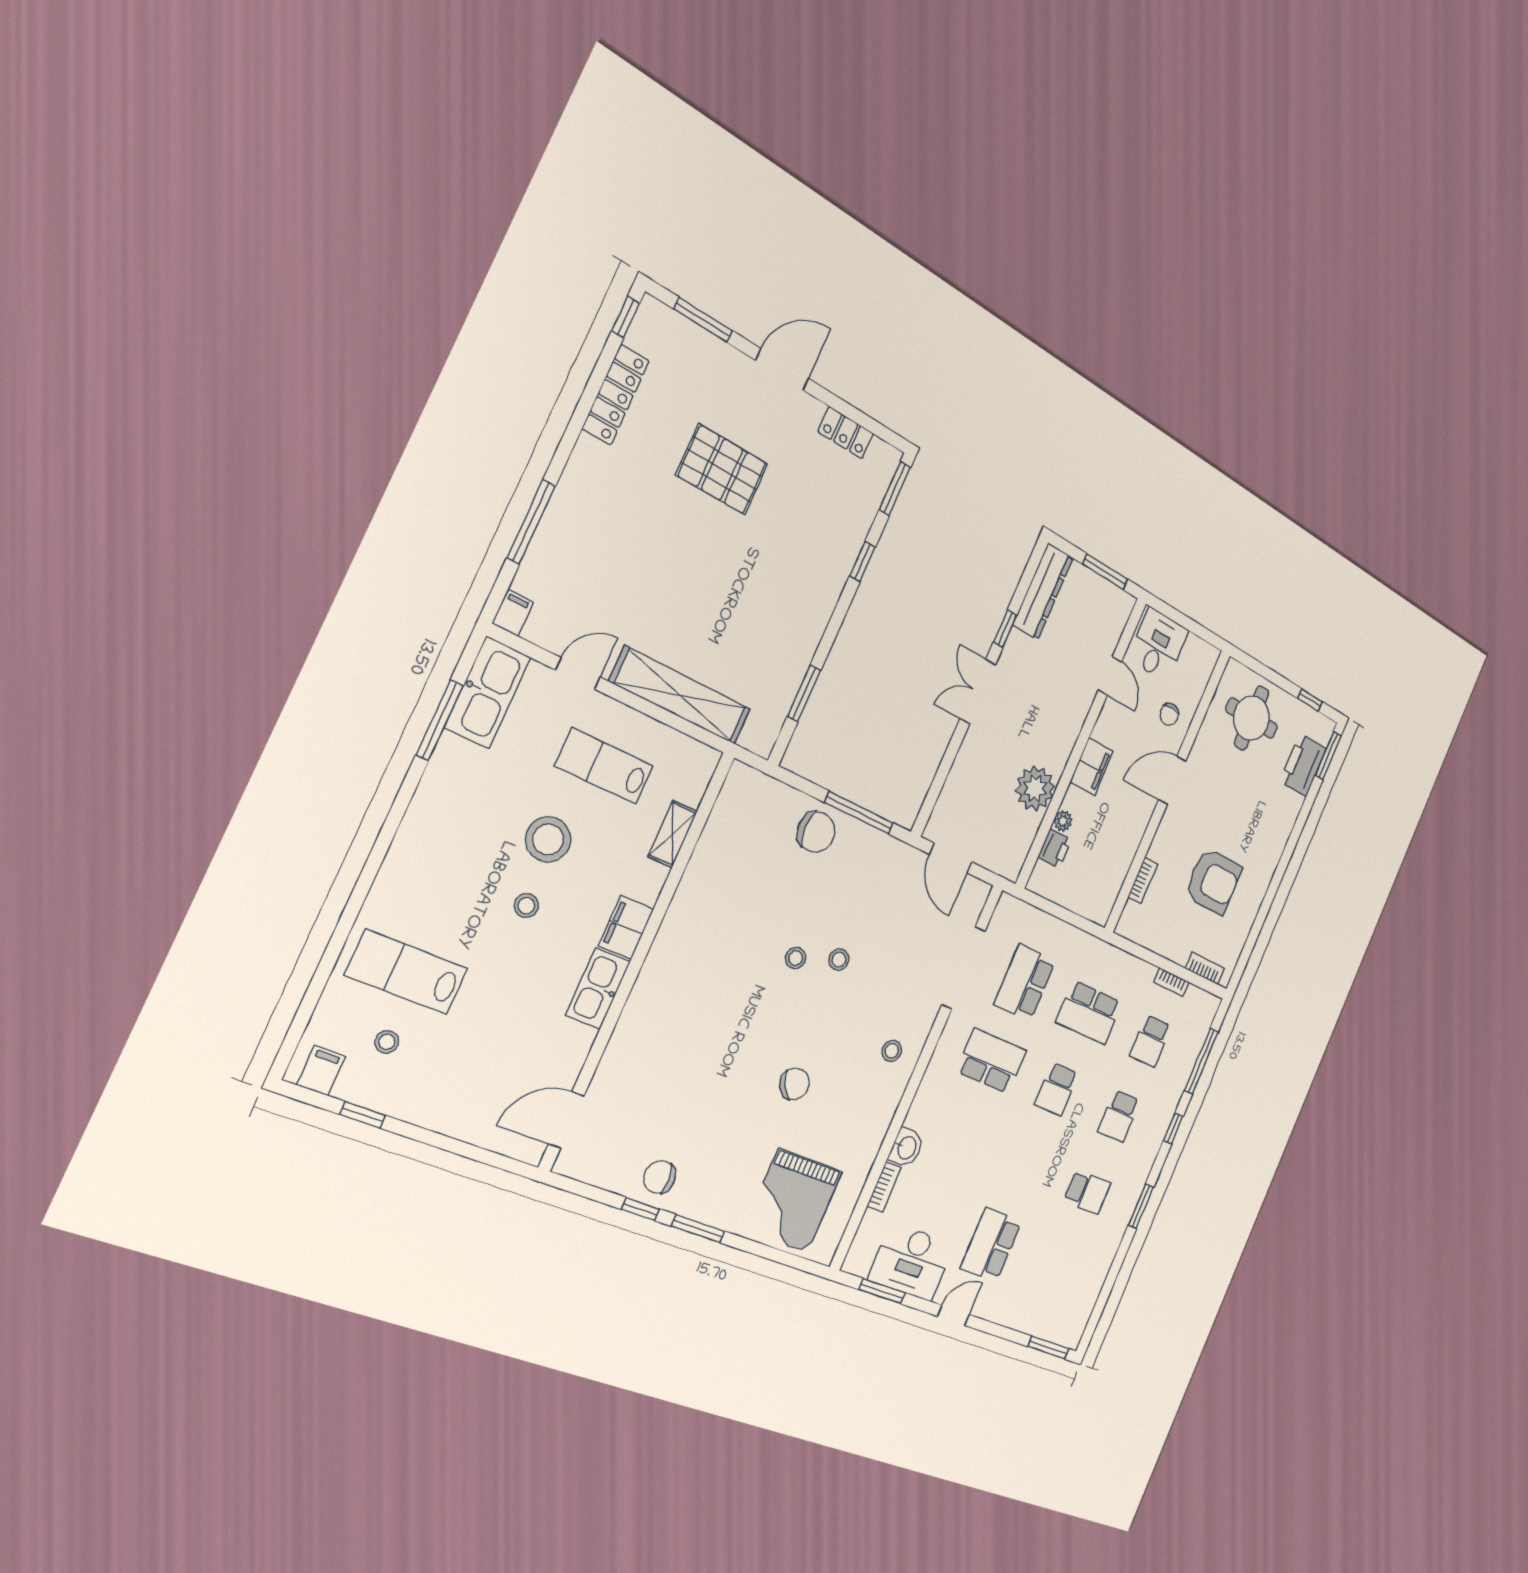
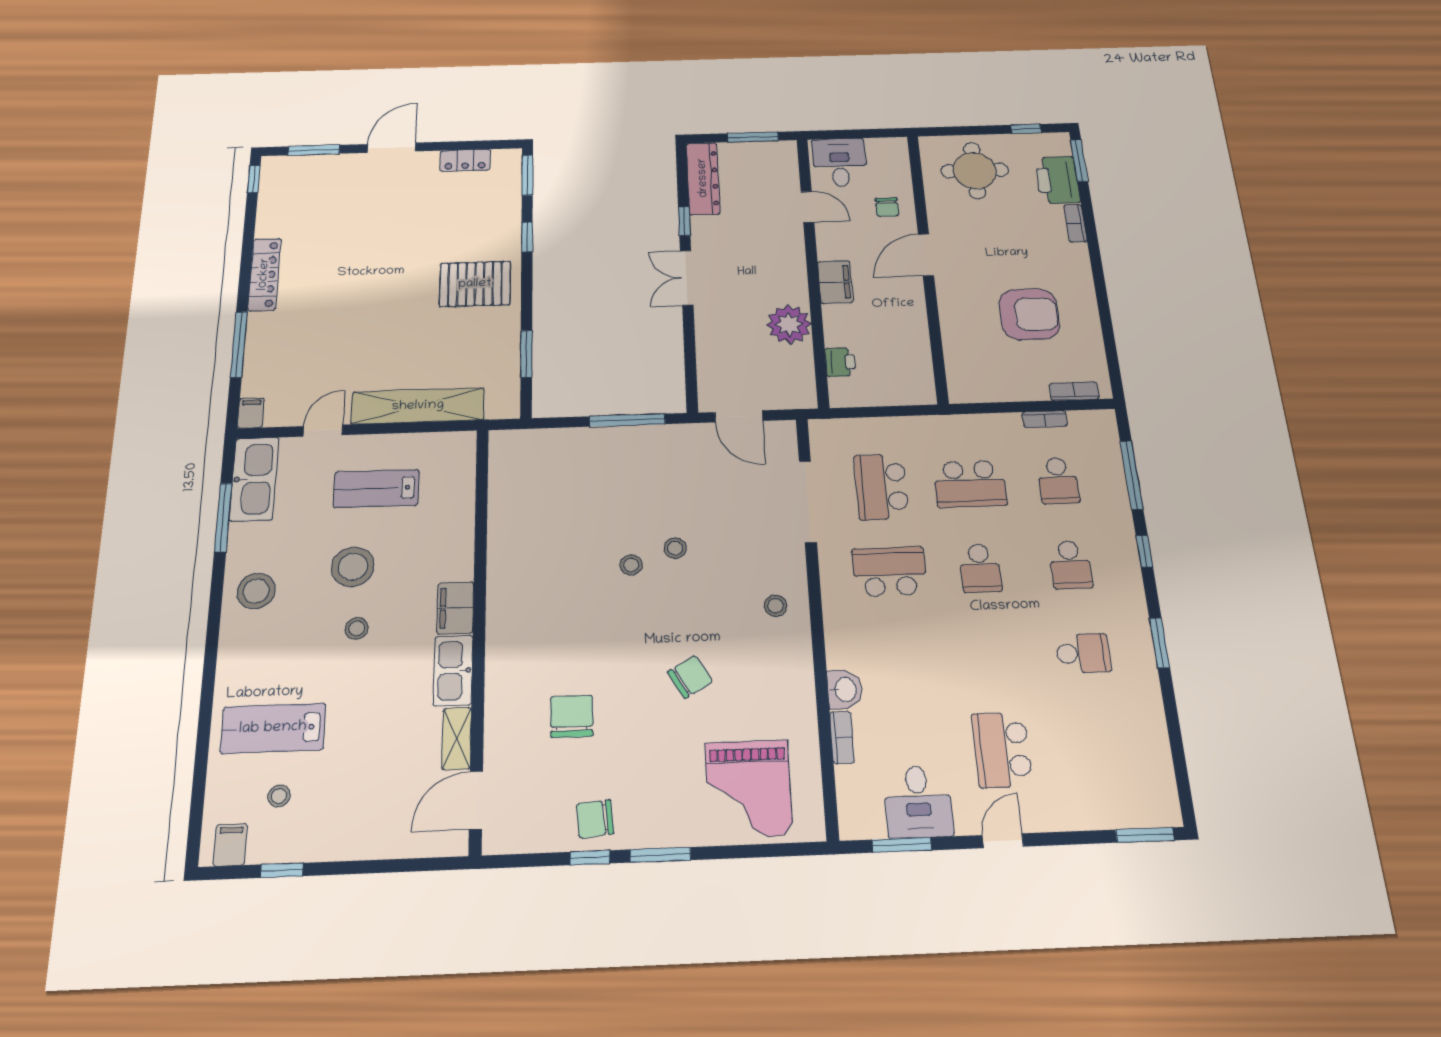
locker: (616, 395) -> (264, 274), moved
pallet: (722, 469) -> (475, 284), moved
stool: (443, 819) -> (256, 591), added
plant: (1063, 821) -> (834, 337), removed
chair: (816, 832) -> (572, 716), moved, turned -88
shelving: (673, 834) -> (457, 739), moved
bookcase: (1143, 881) -> (1075, 223), moved, turned 180
desk: (911, 1262) -> (918, 802), width x0.73

